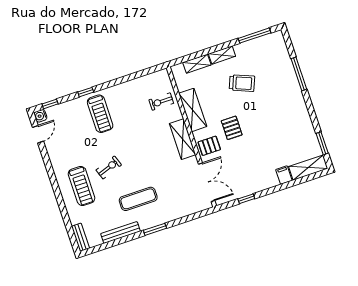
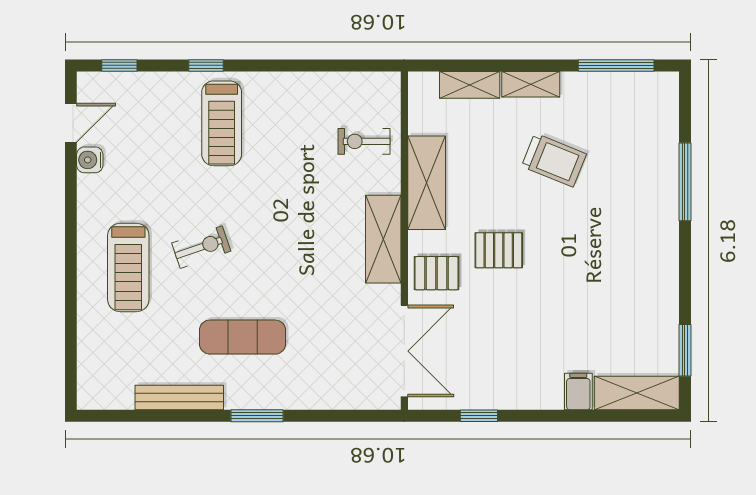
water cooler: (40, 116) -> (90, 160), moved
pallet: (232, 128) -> (499, 250), turned 90
bench: (81, 237) -> (89, 379), removed

